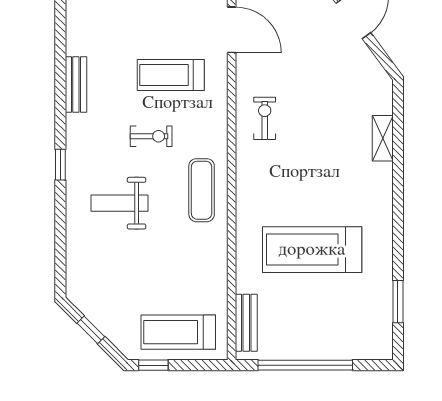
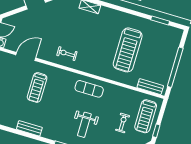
exercise bike: (151, 136) -> (123, 123), moved

